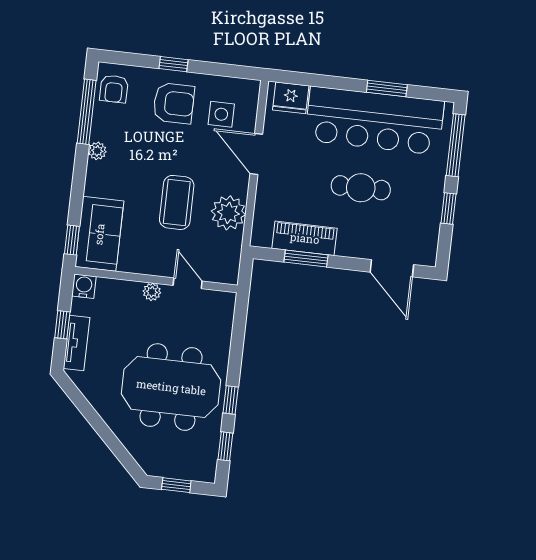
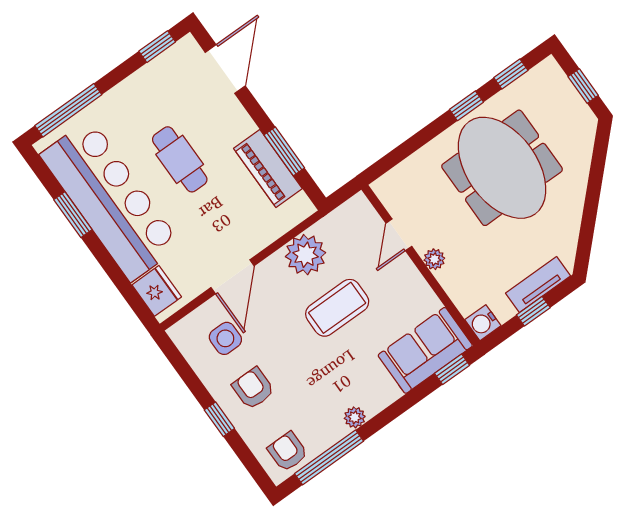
armchair: (114, 89) -> (288, 452), turned -90
armchair: (174, 103) -> (253, 388), width x0.72, depth x0.72
window: (448, 209) -> (157, 47), moved

